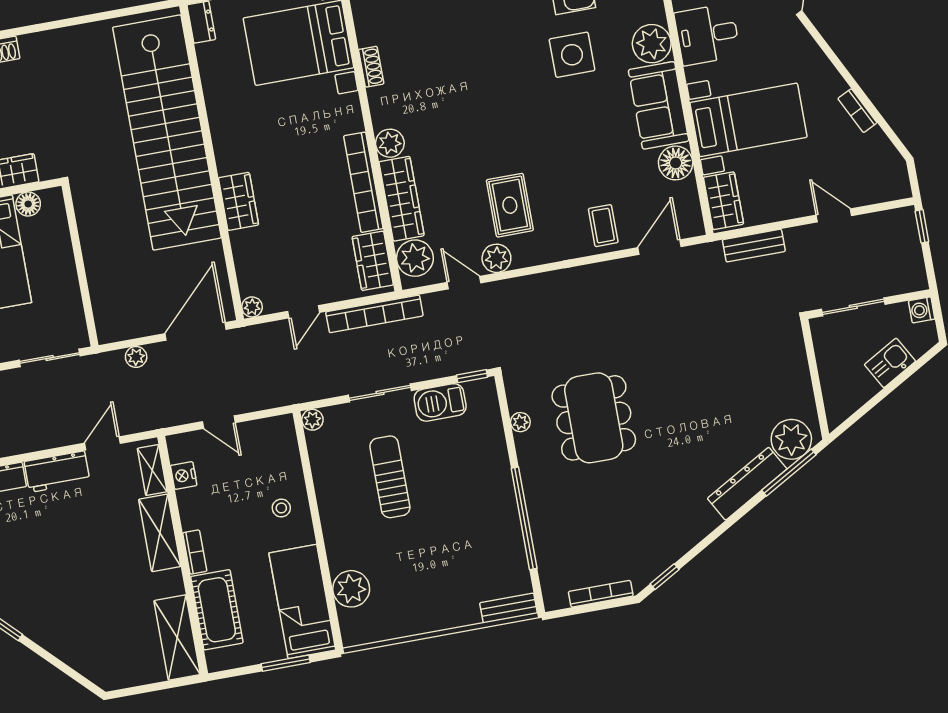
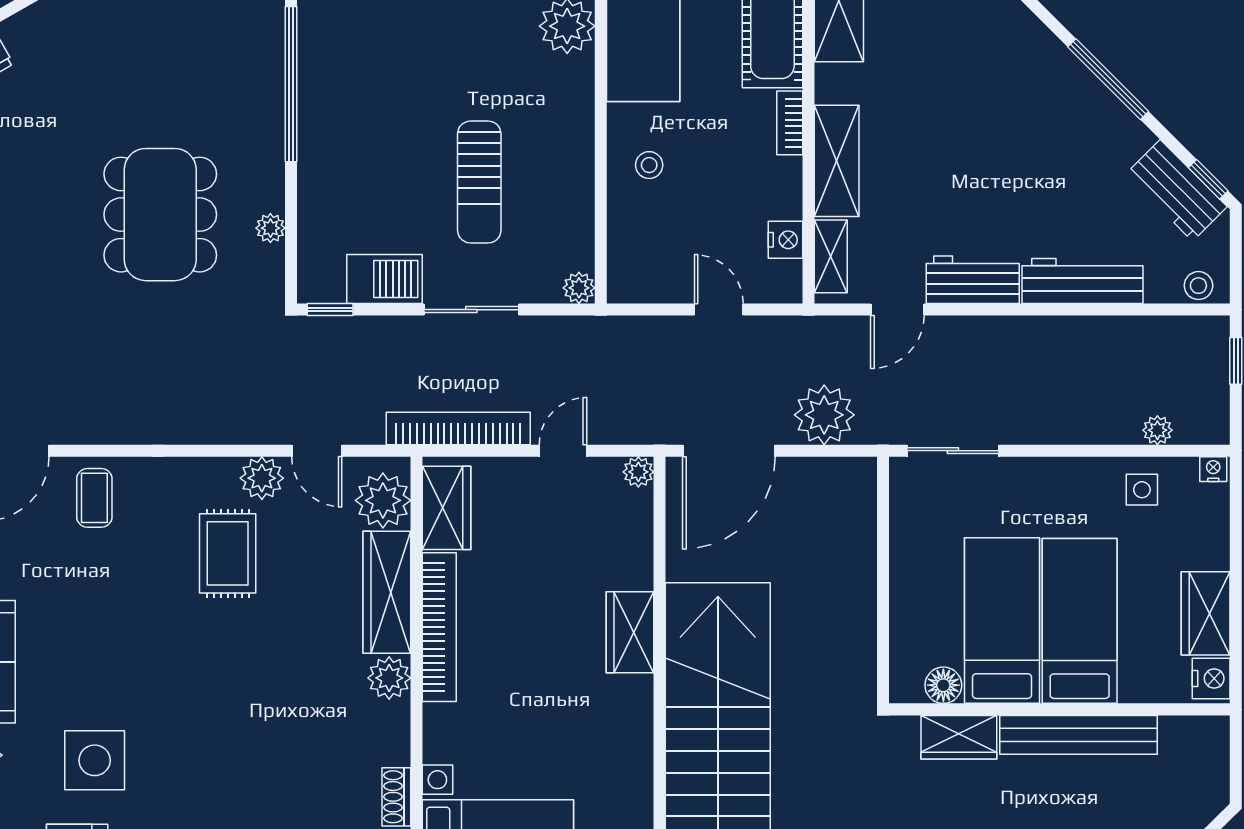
plant: (136, 357) -> (824, 415), width x1.87, depth x1.87

